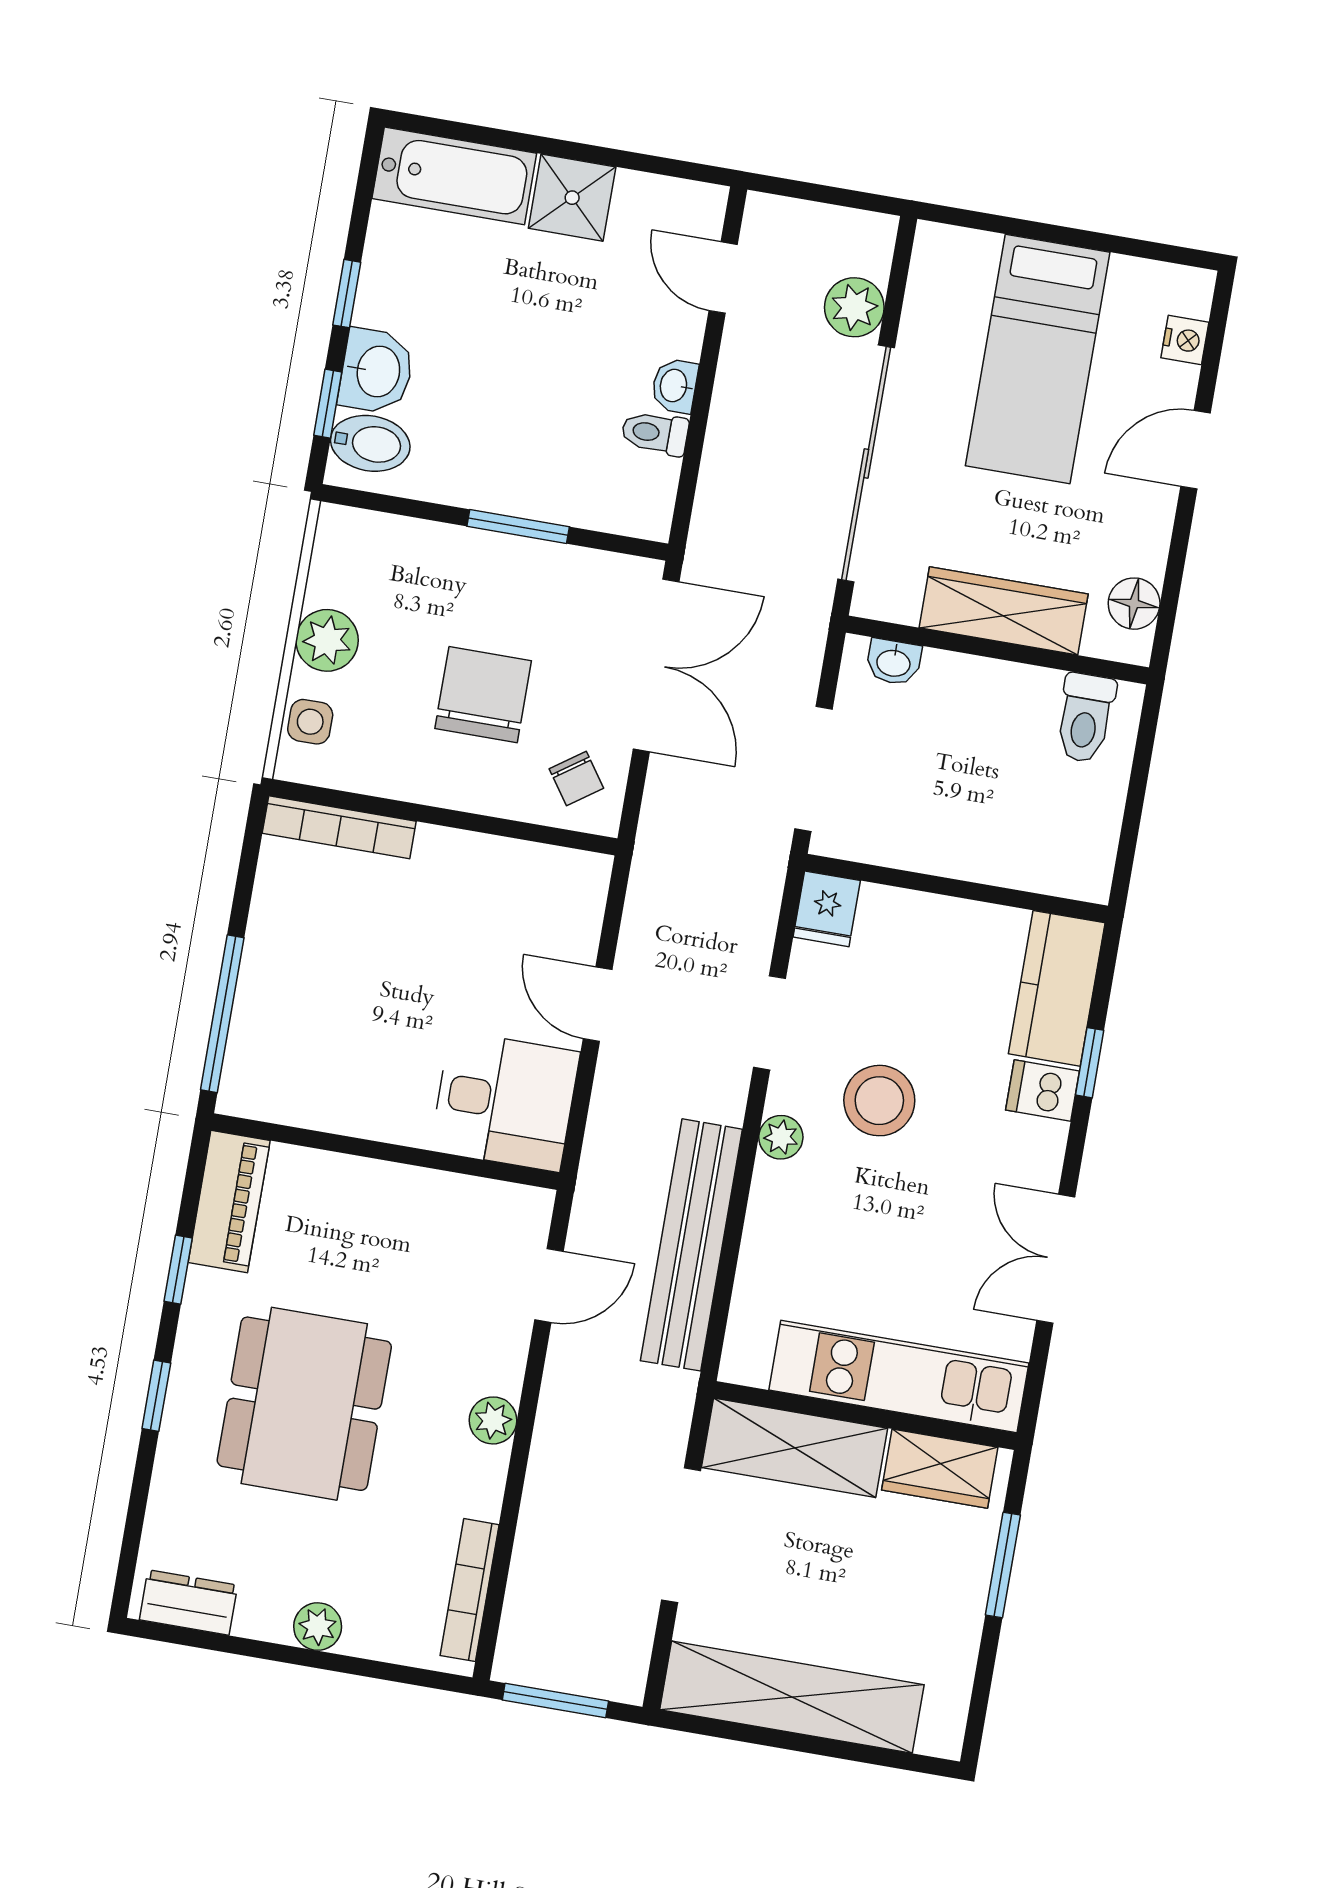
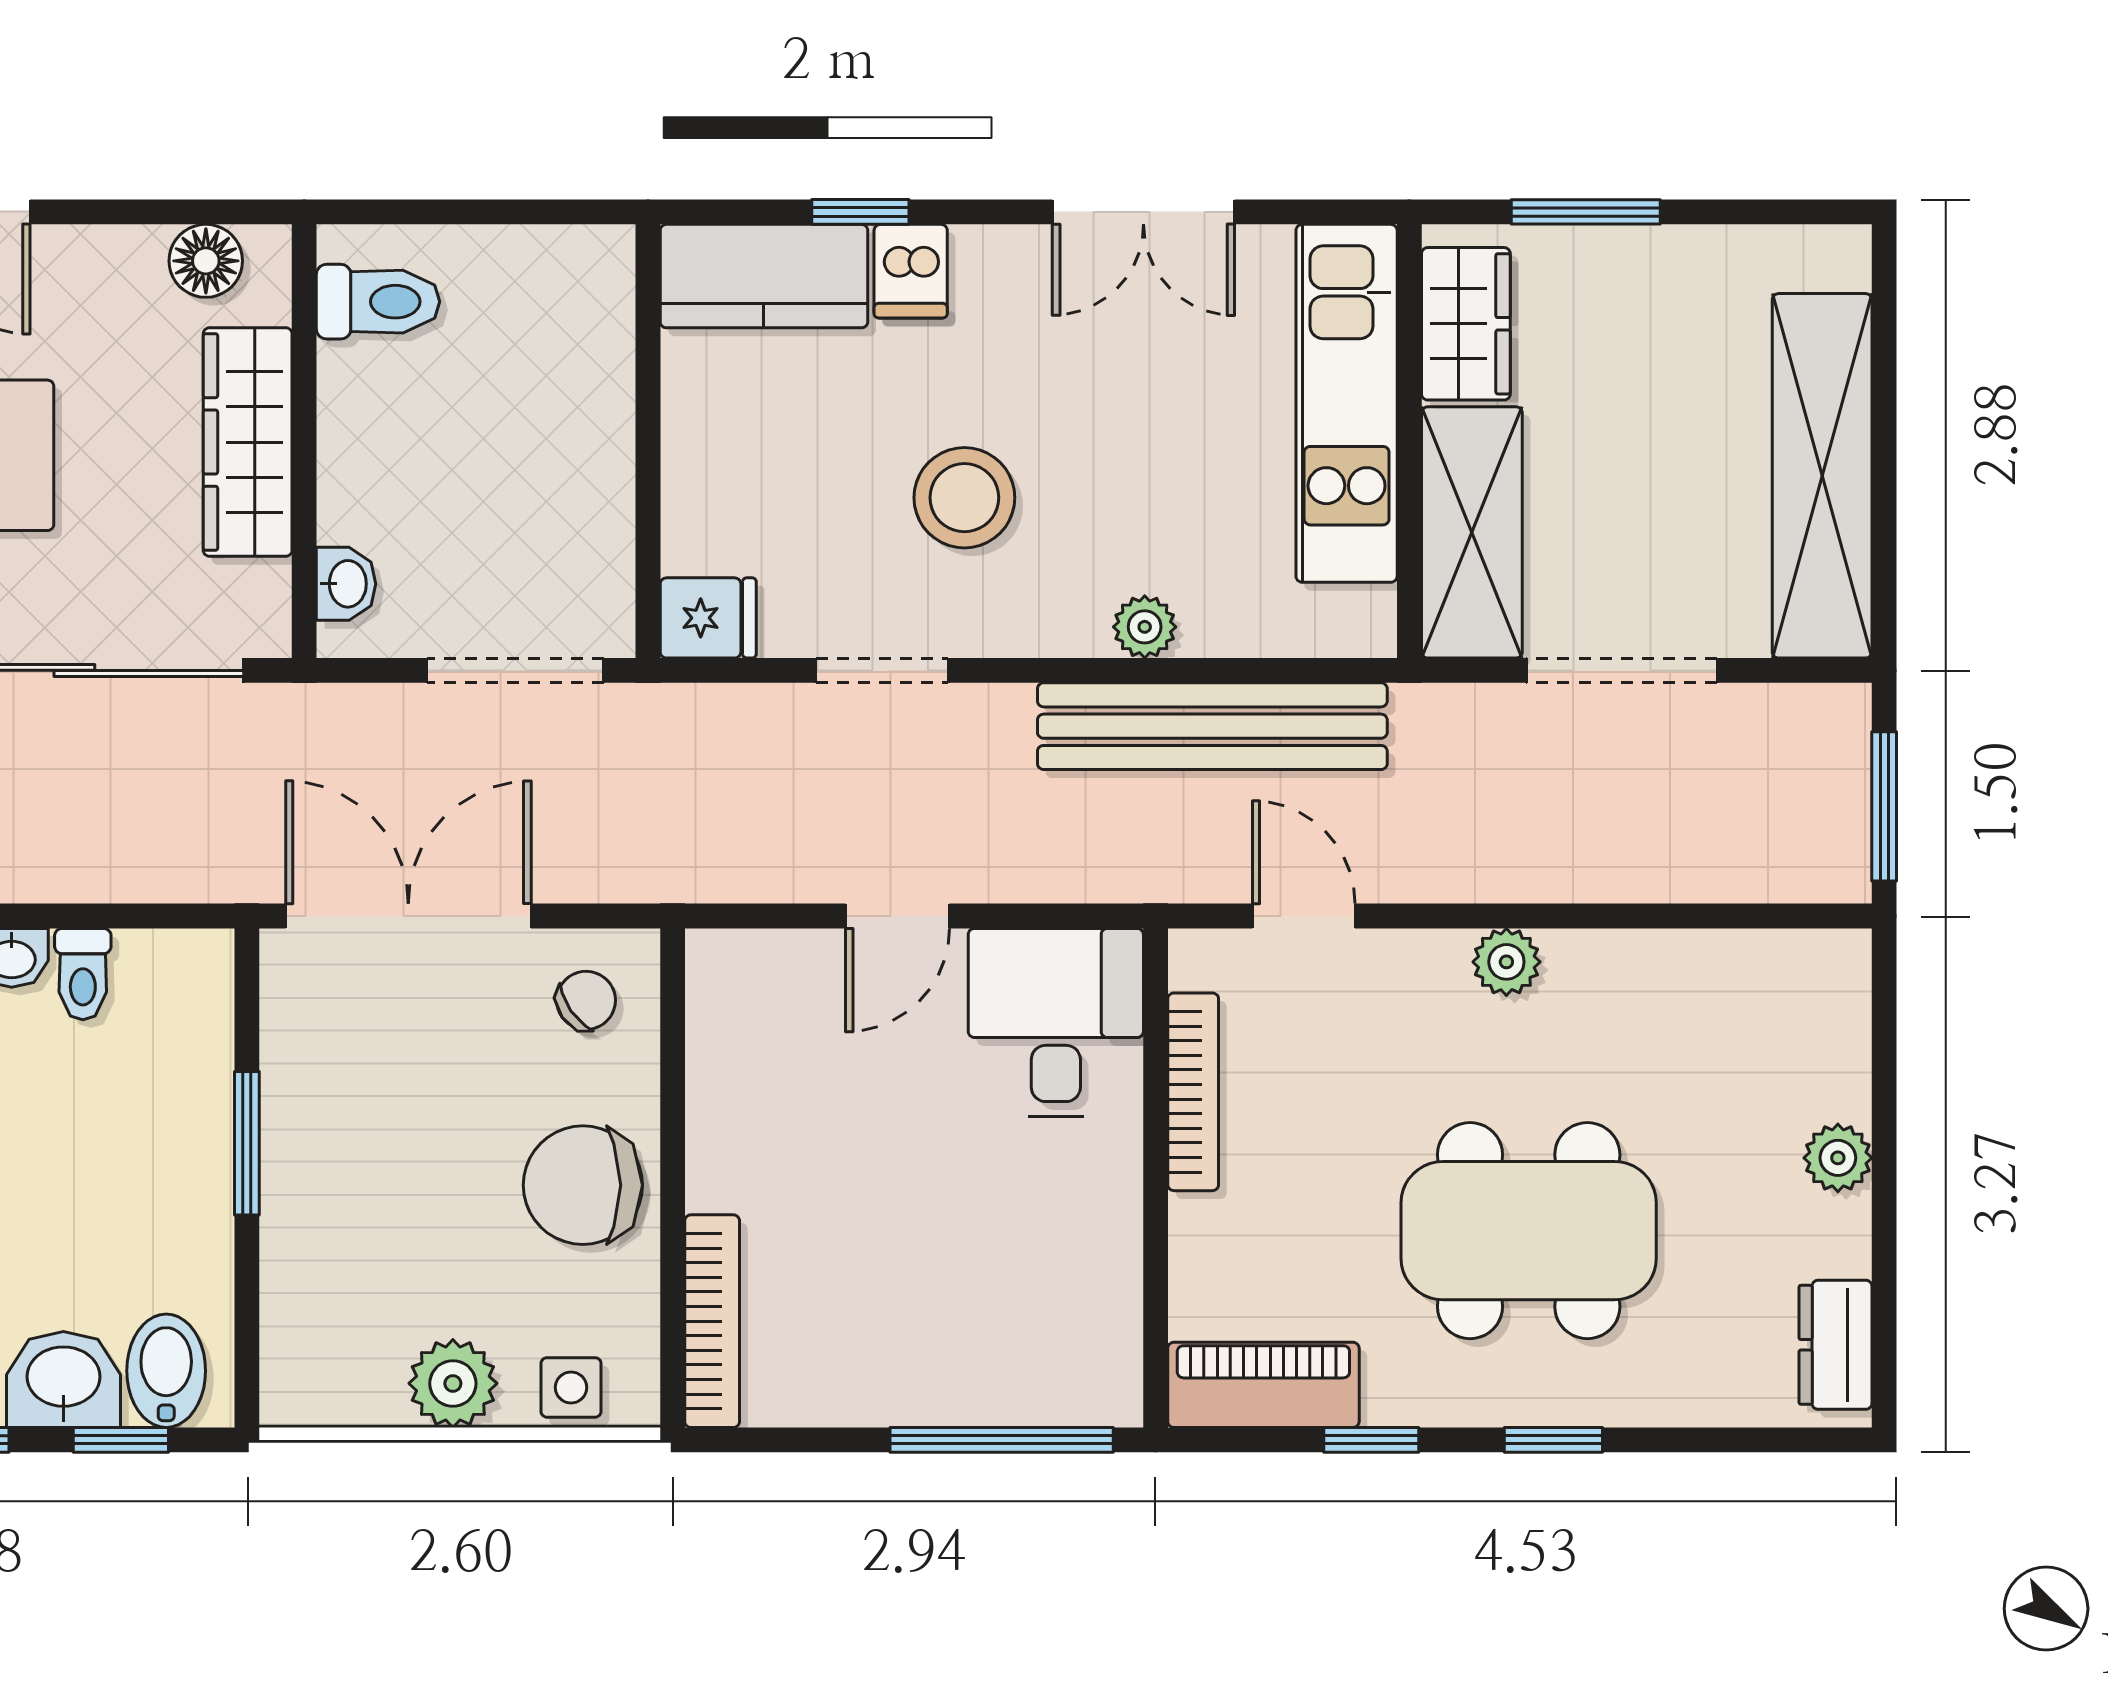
chair: (483, 695) -> (583, 1185), moved
plant: (781, 1137) -> (1145, 627), moved
bookcase: (470, 1590) -> (1193, 1092), moved, turned -90

